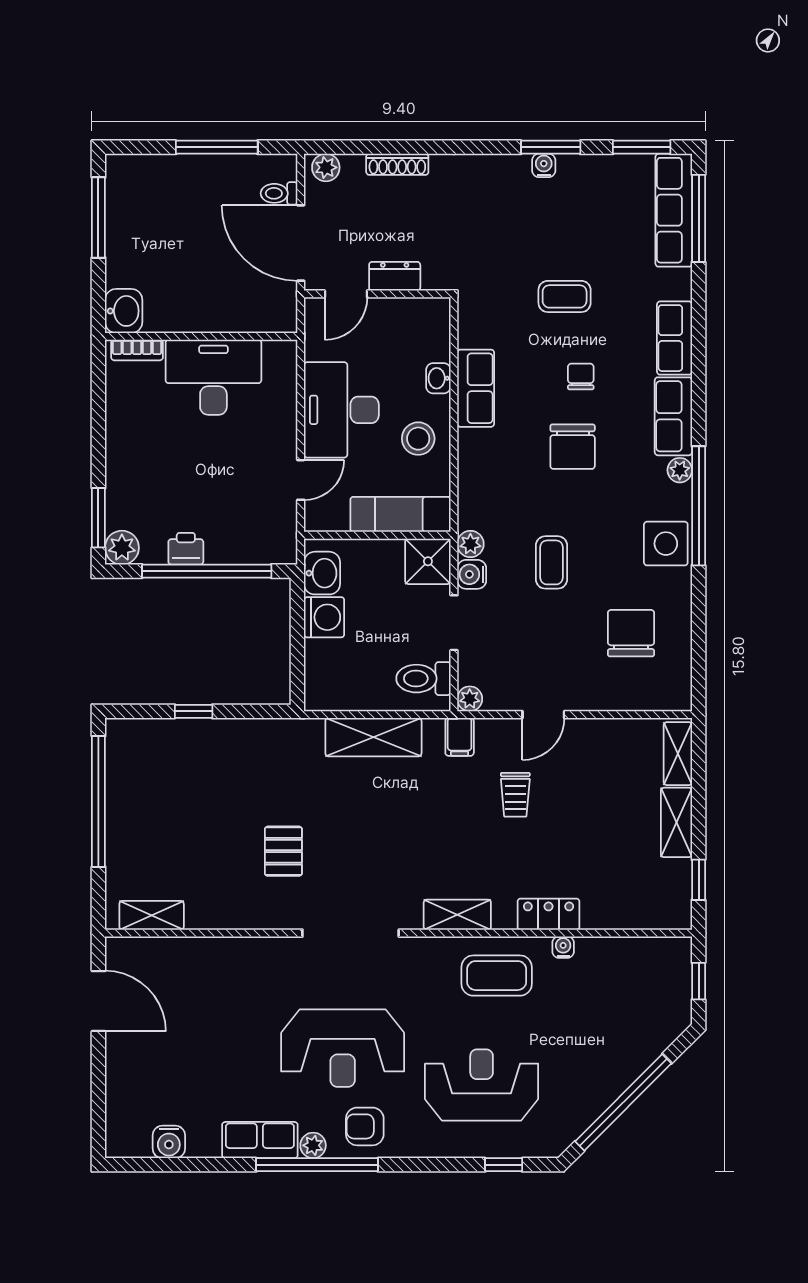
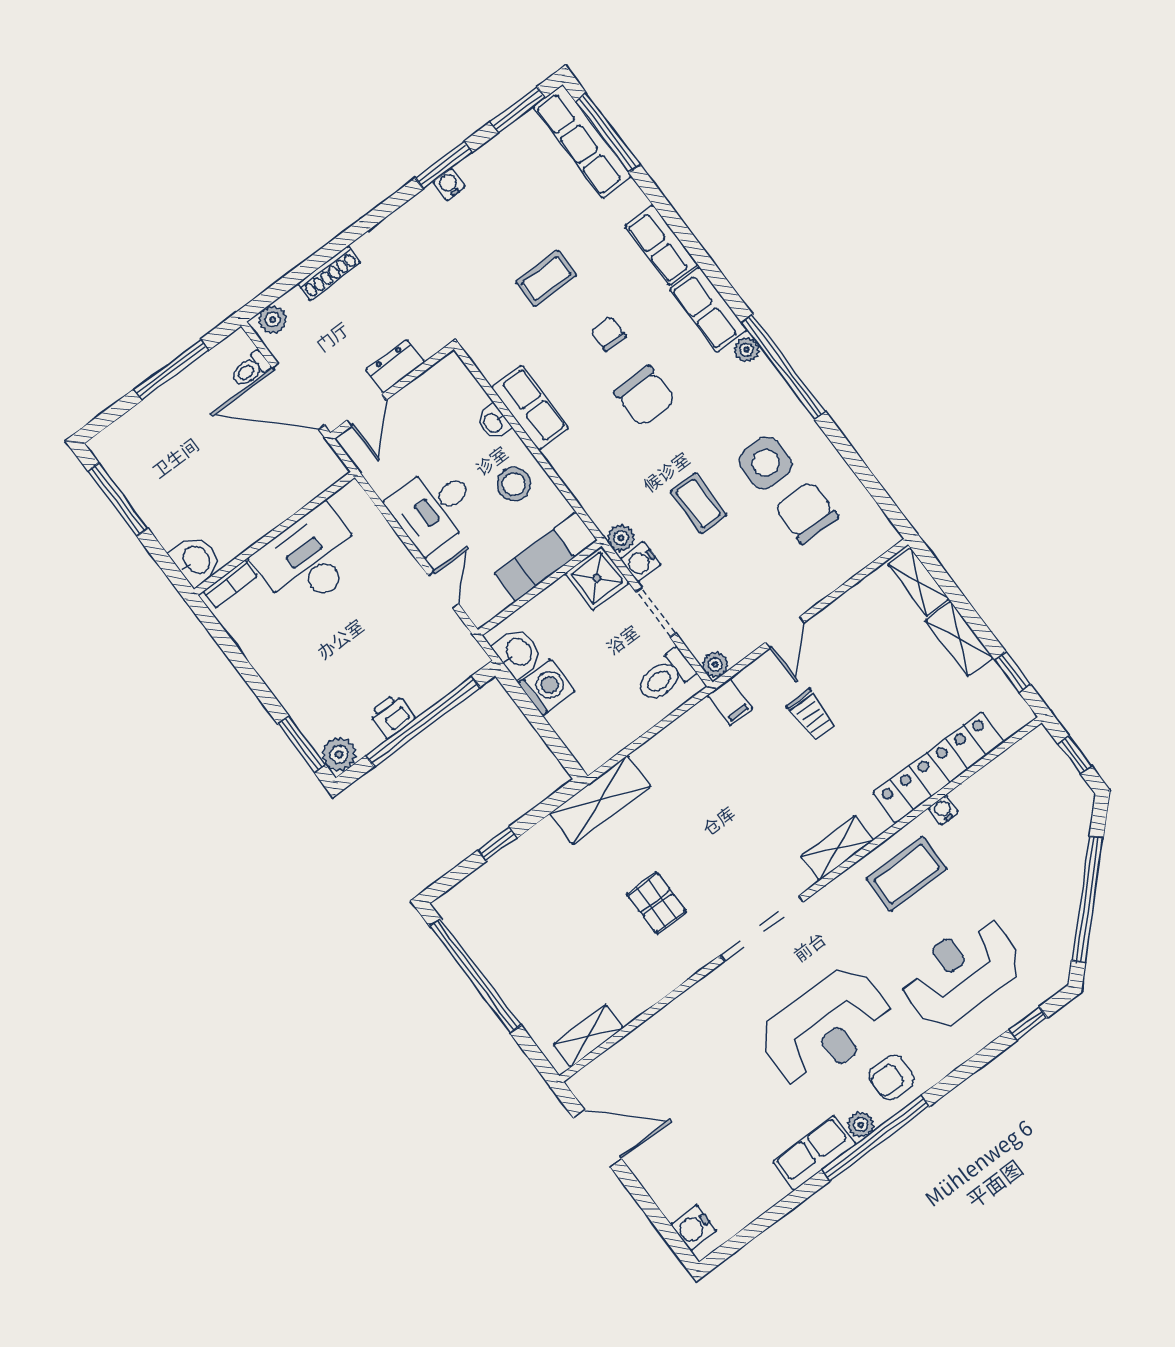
desk: (341, 410) -> (434, 508), width x0.73
side table: (666, 544) -> (766, 463), moved
shelving: (373, 737) -> (600, 800), moved
locker: (549, 914) -> (939, 767), width x2.16, depth x1.21
water cooler: (169, 1142) -> (694, 1228), moved, turned 90

